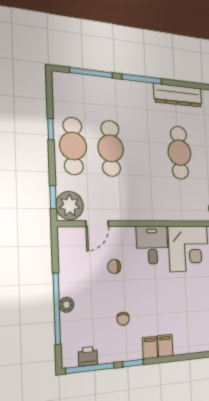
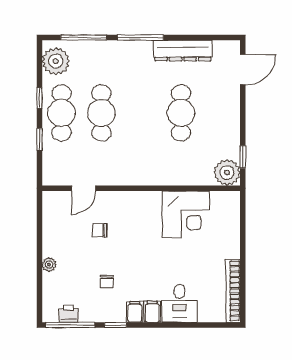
window: (53, 197) -> (39, 139), moved
plant: (70, 206) -> (56, 61), moved
desk: (152, 245) -> (179, 303), moved, turned 180
window: (57, 309) -> (39, 267), removed

